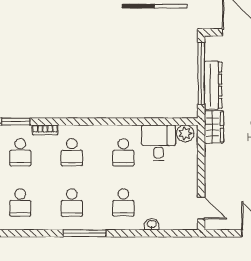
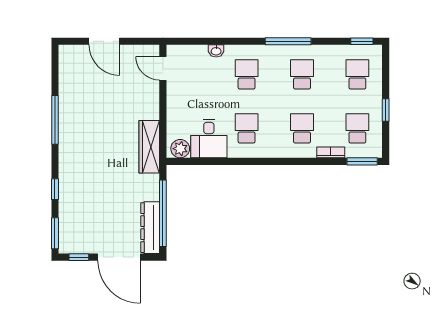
dresser: (213, 85) -> (150, 228), moved
wardrobe: (214, 127) -> (149, 147), width x1.50
window: (16, 233) -> (362, 41), added

